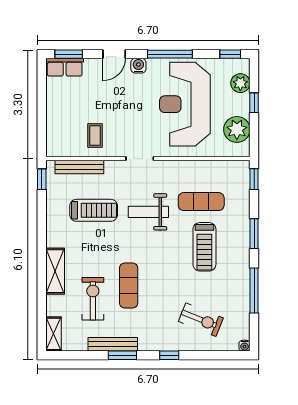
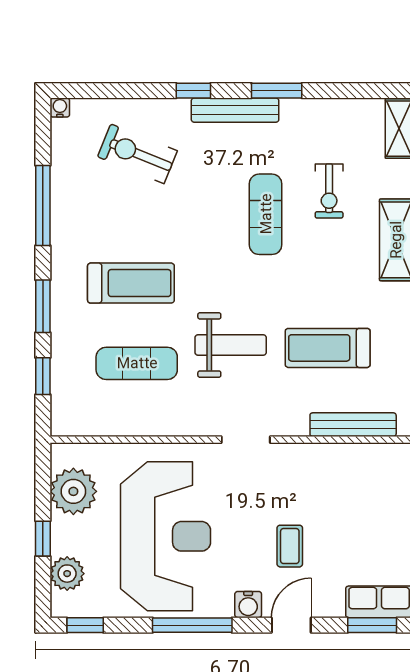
coffee table: (95, 135) -> (290, 546), moved
window: (254, 179) -> (43, 376), moved
treadmill: (204, 247) -> (131, 283), turned 90
exercise bike: (93, 299) -> (329, 191), width x0.73, depth x0.72
bench: (113, 344) -> (235, 110), moved

